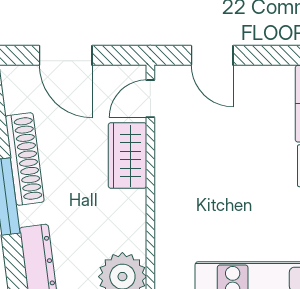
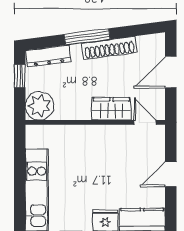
door: (212, 55) -> (171, 174), moved

